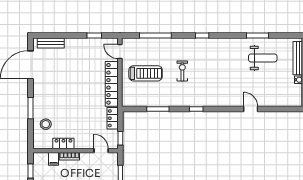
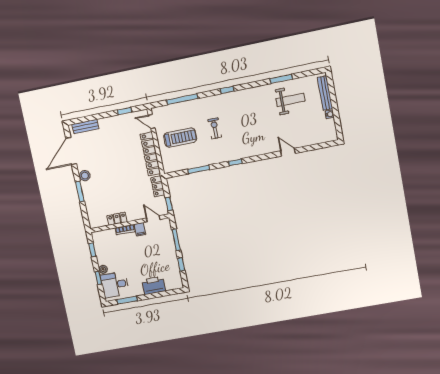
stool: (46, 124) -> (85, 176), moved
filing cabinet: (54, 159) -> (140, 229), moved

